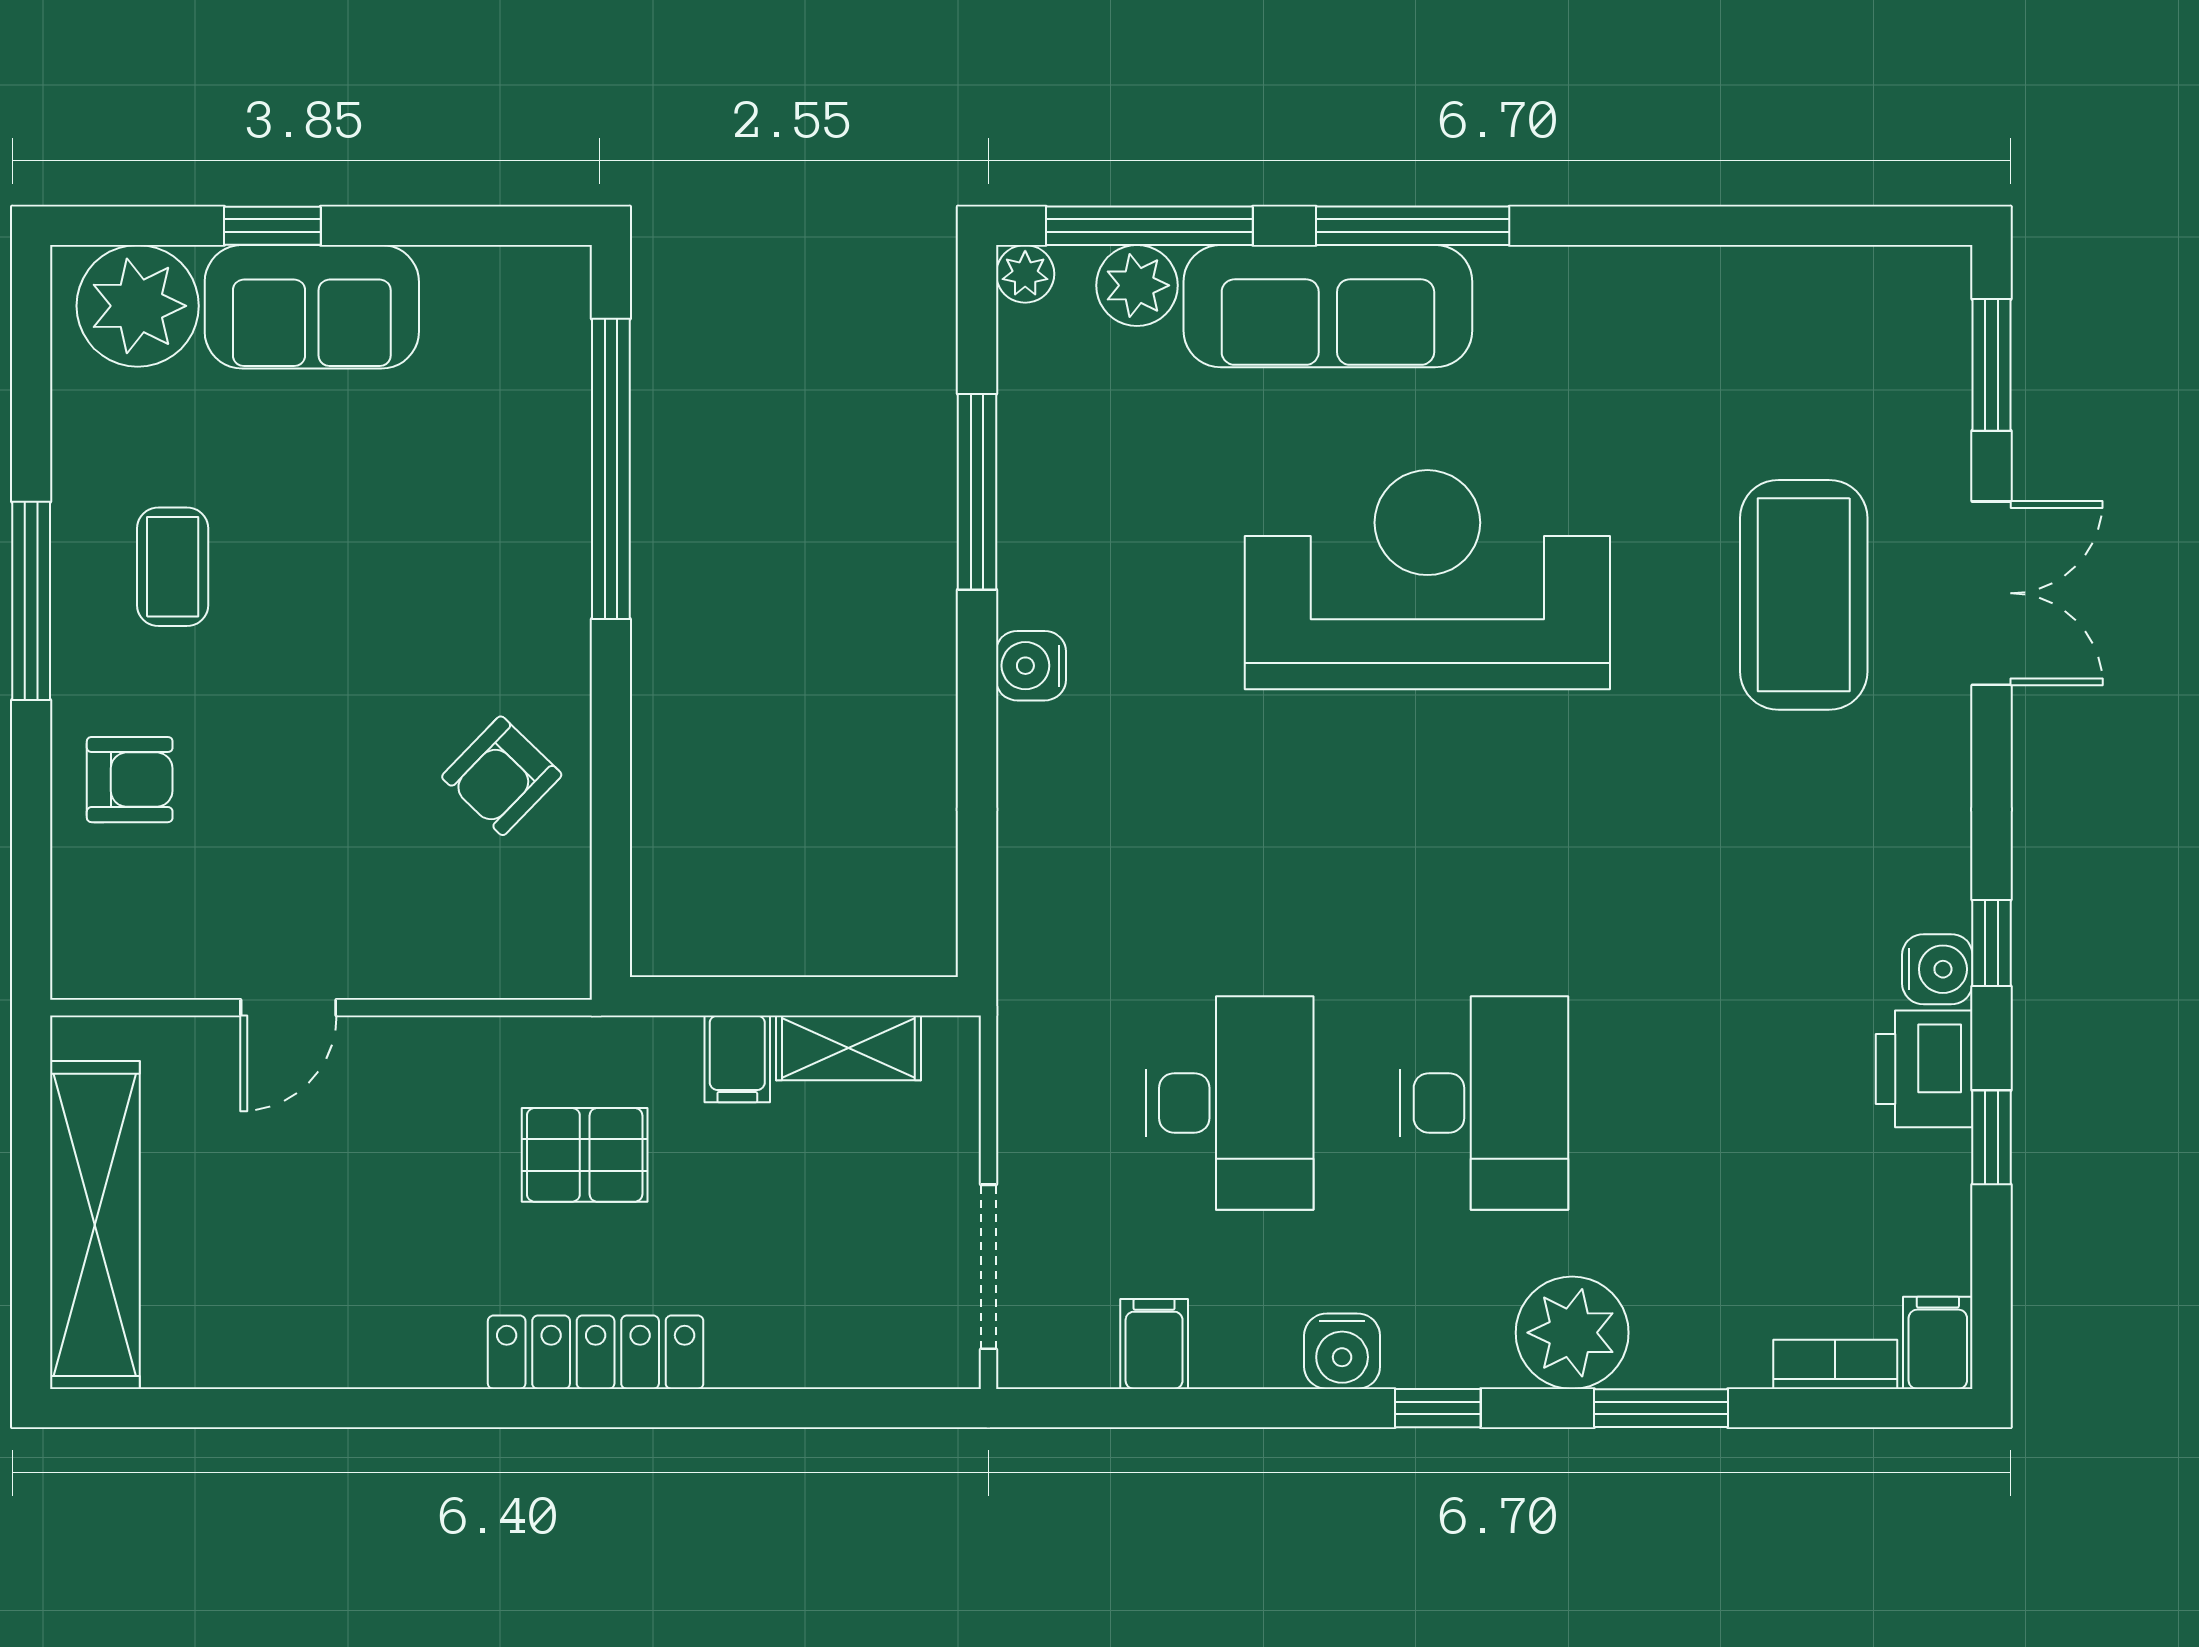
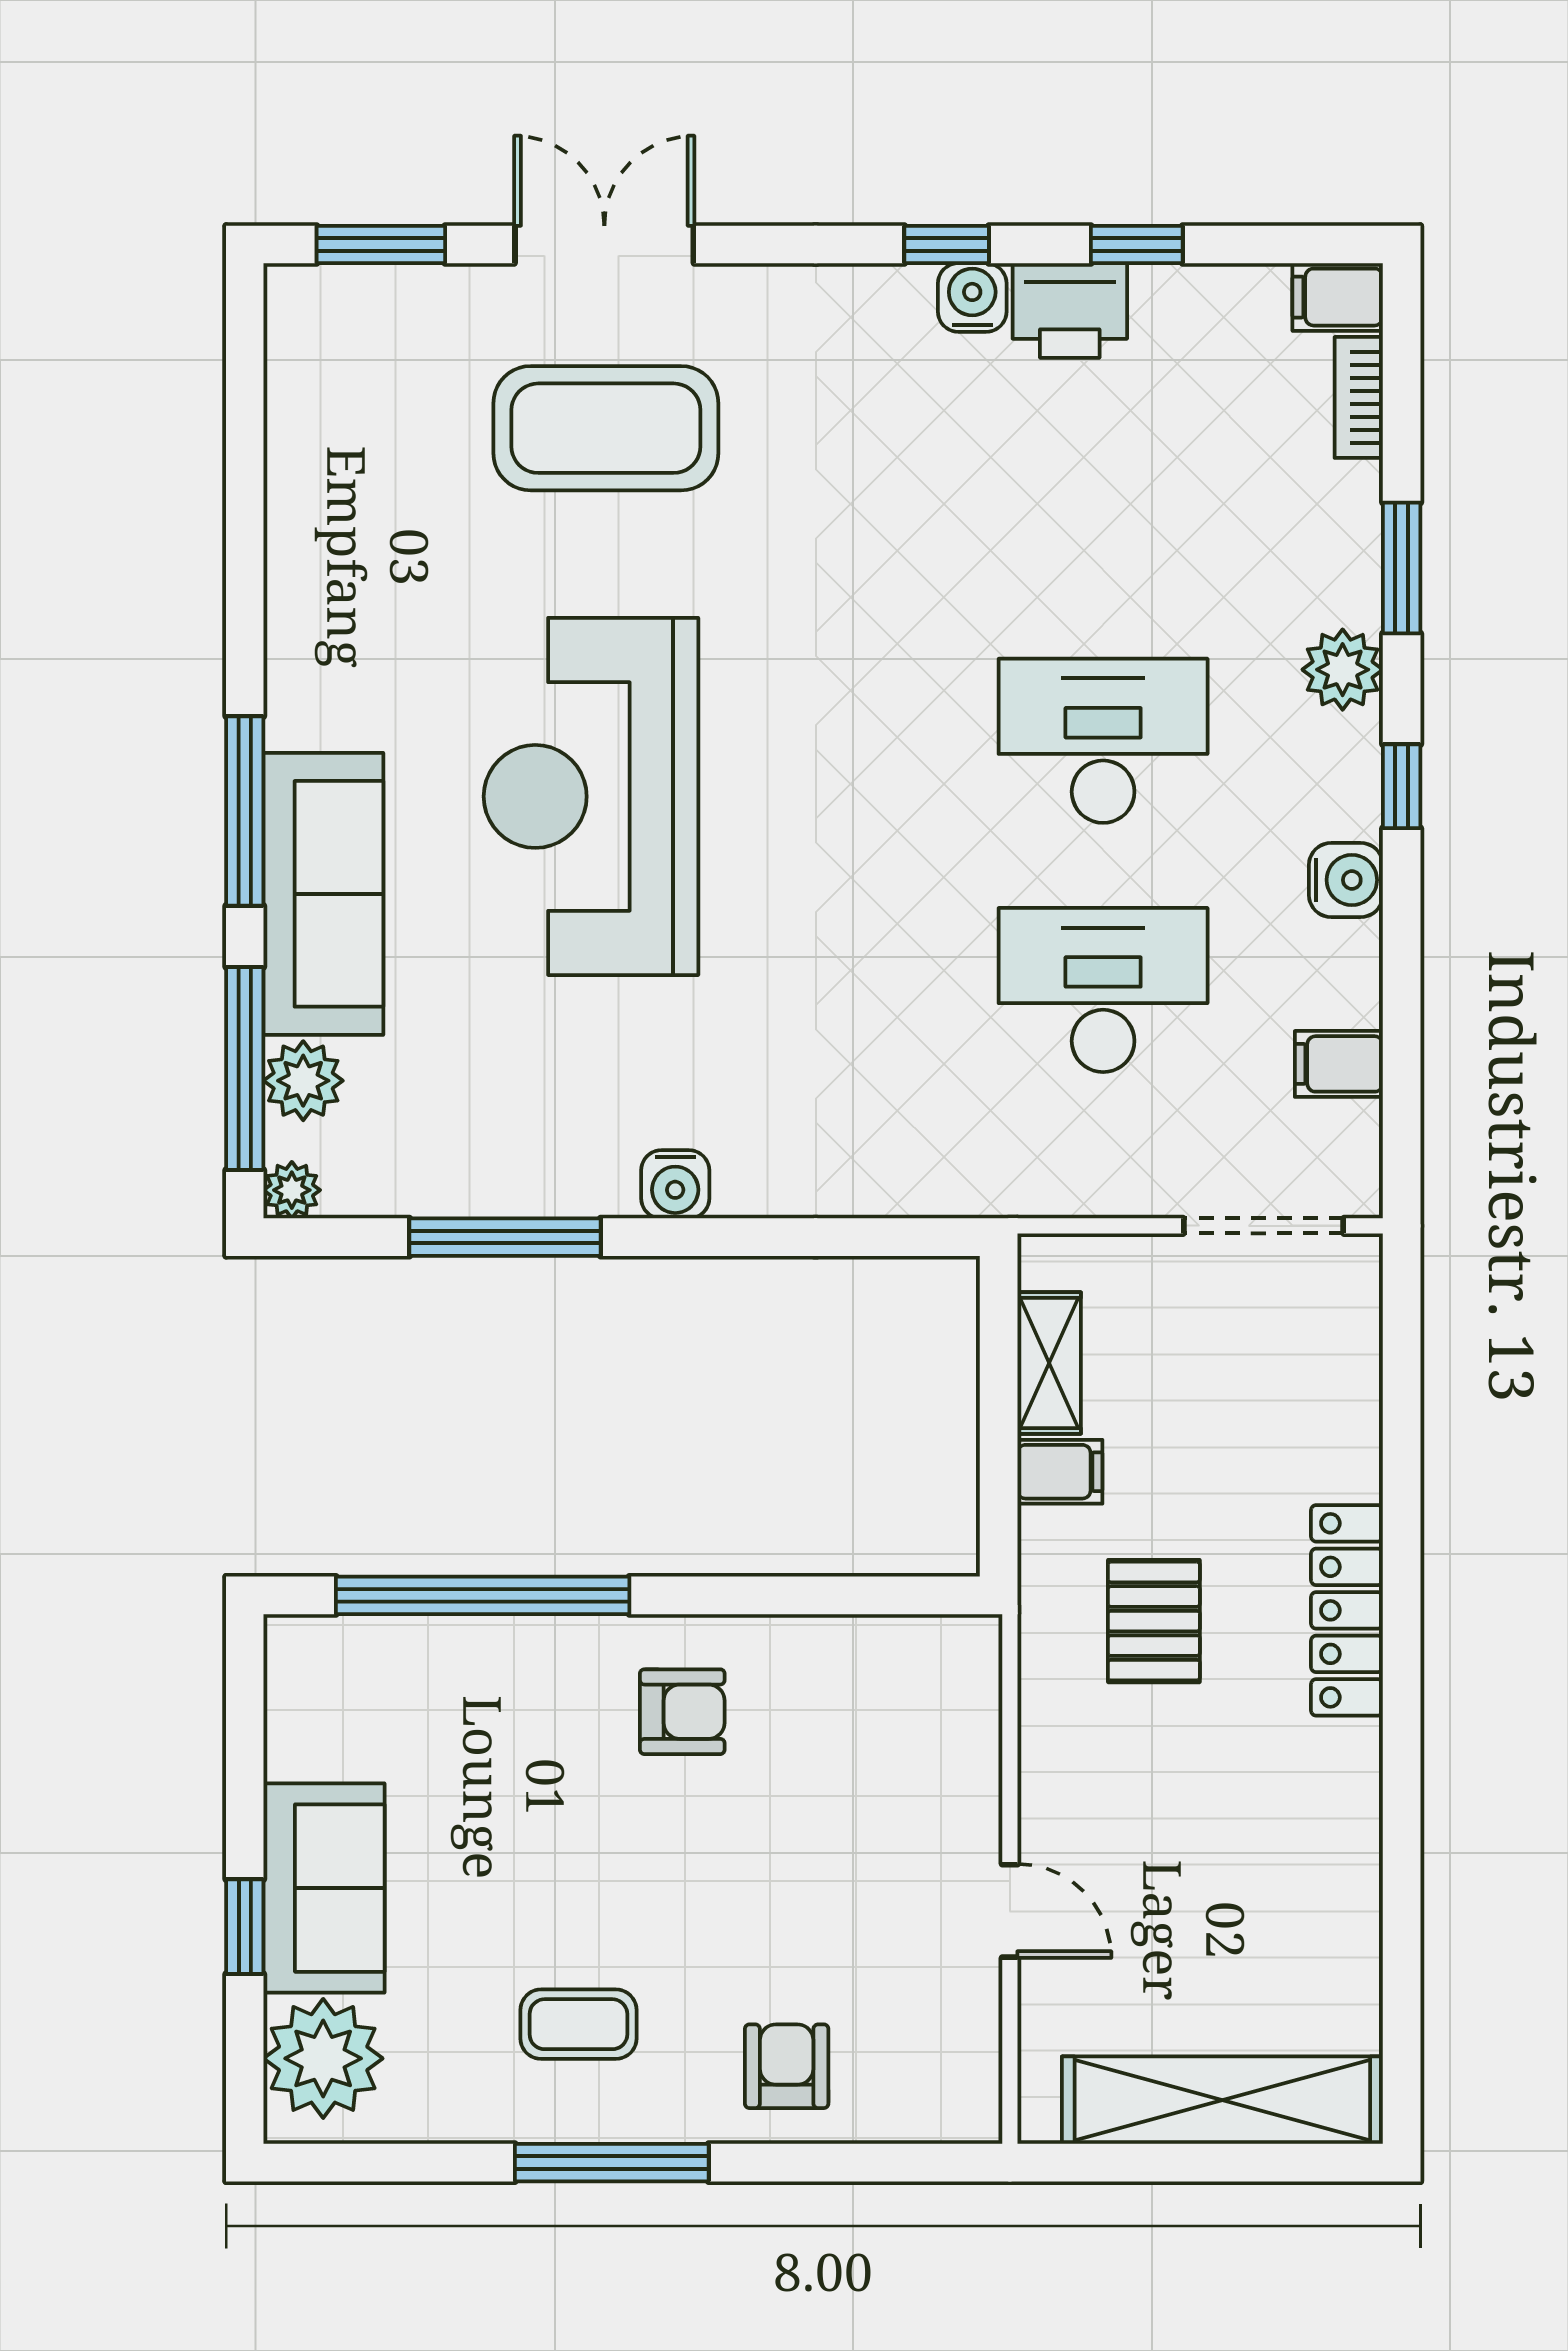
armchair: (502, 776) -> (682, 1712), moved, turned -44
plant: (1572, 1333) -> (1343, 670), width x0.73, depth x0.73

